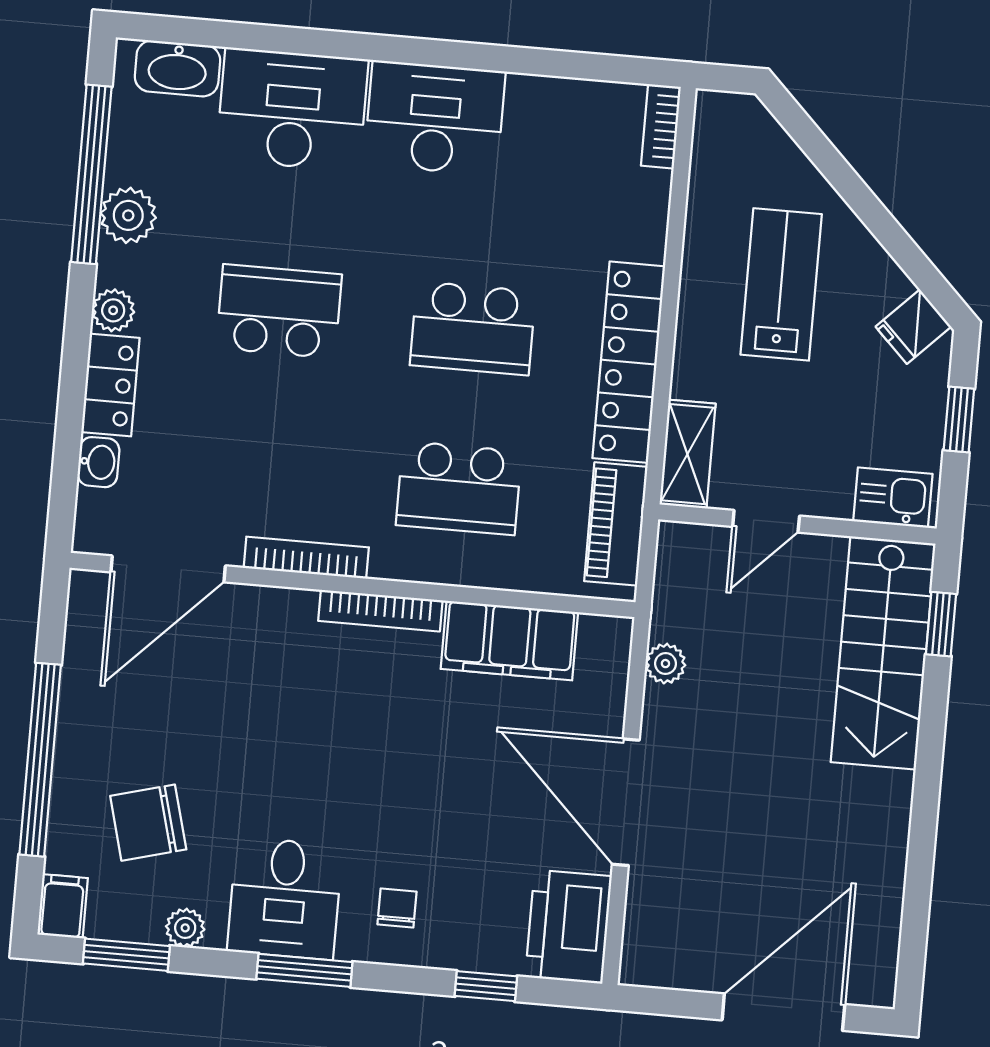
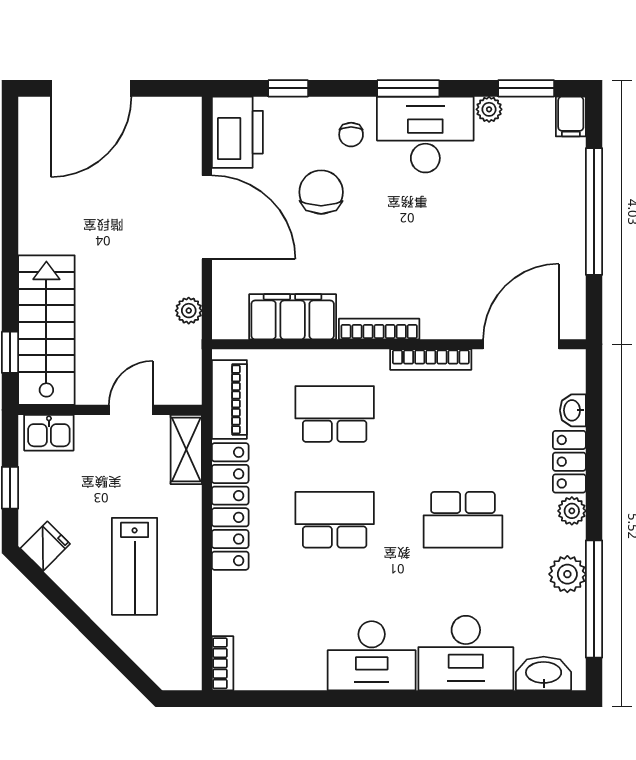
chair: (148, 823) -> (321, 192), moved, turned -75
desk: (285, 898) -> (425, 135), width x1.37

